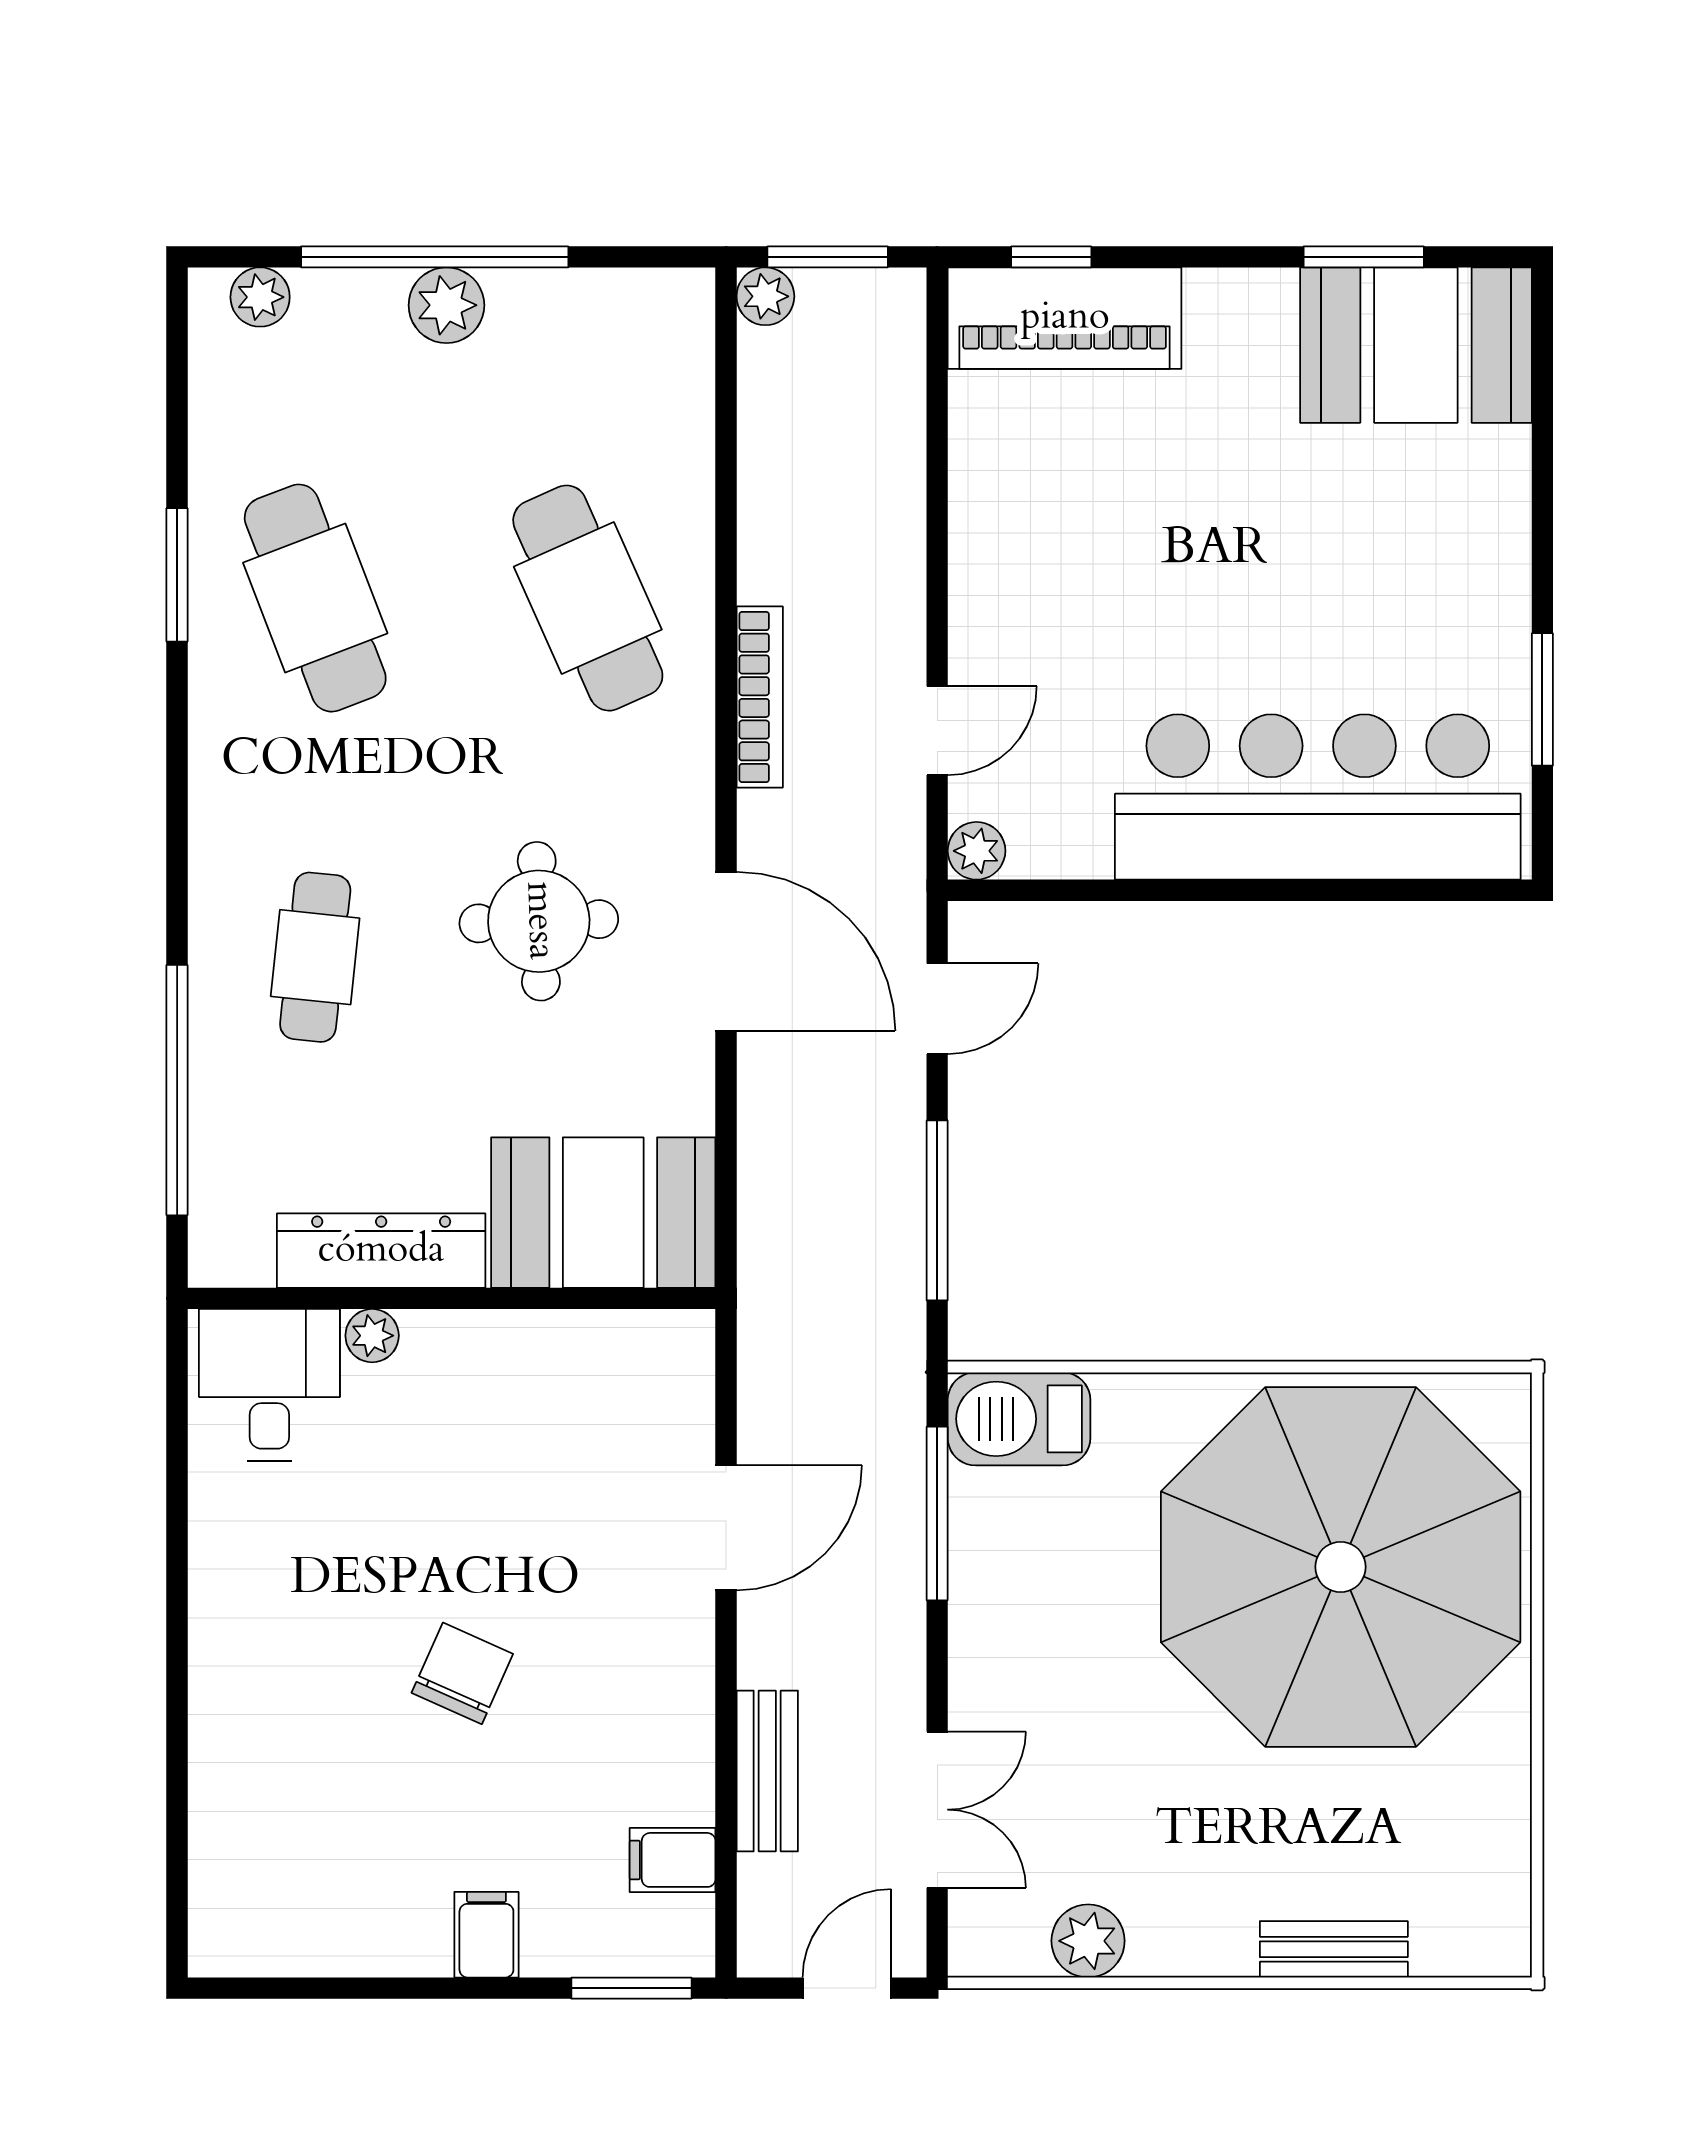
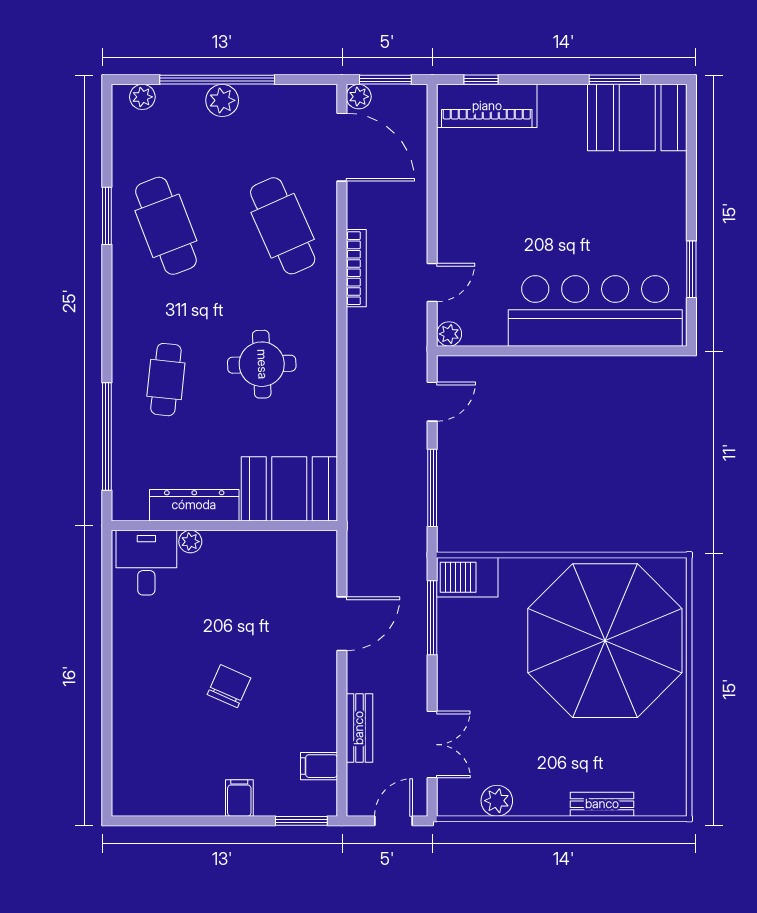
door: (726, 951) -> (342, 147), moved

